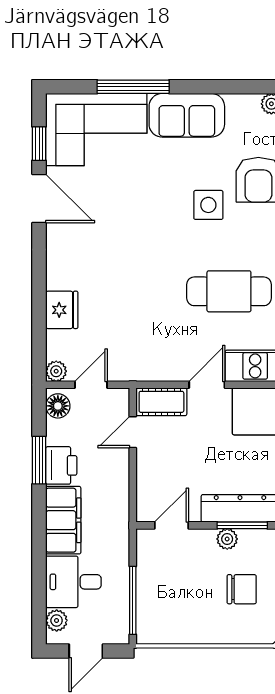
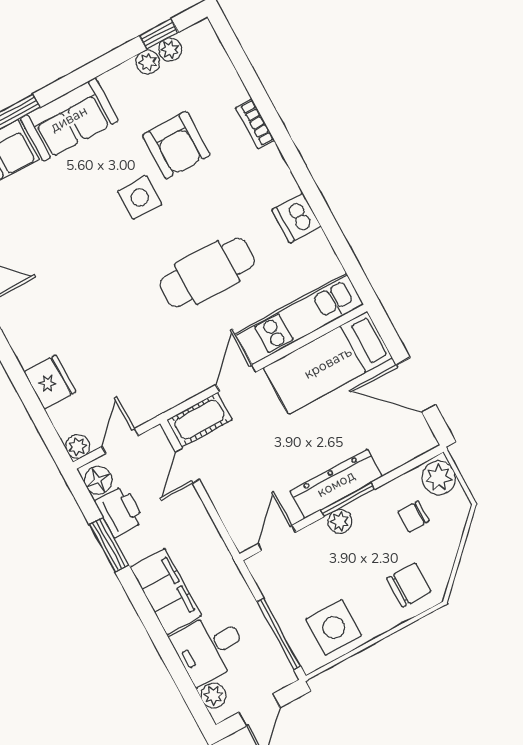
printer: (61, 465) -> (120, 511), moved
chair: (242, 589) -> (409, 585), moved
side table: (178, 618) -> (334, 627), added

